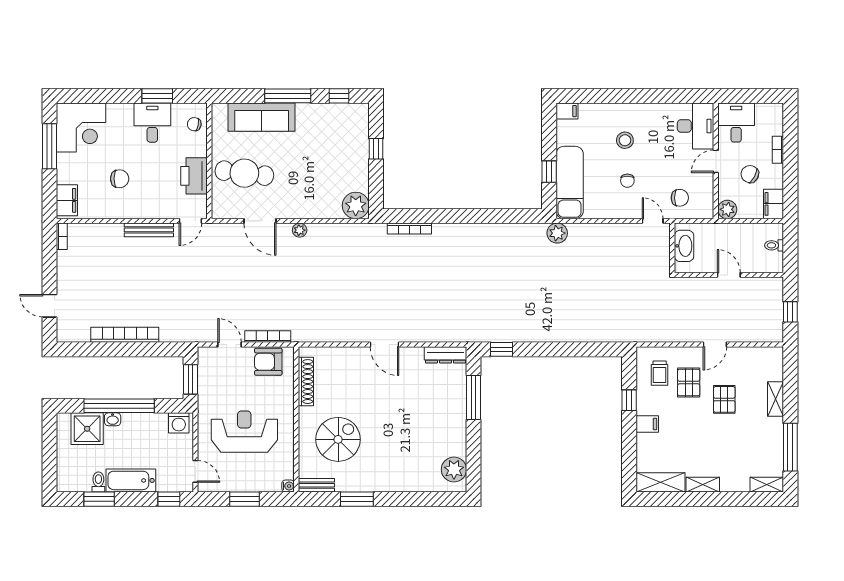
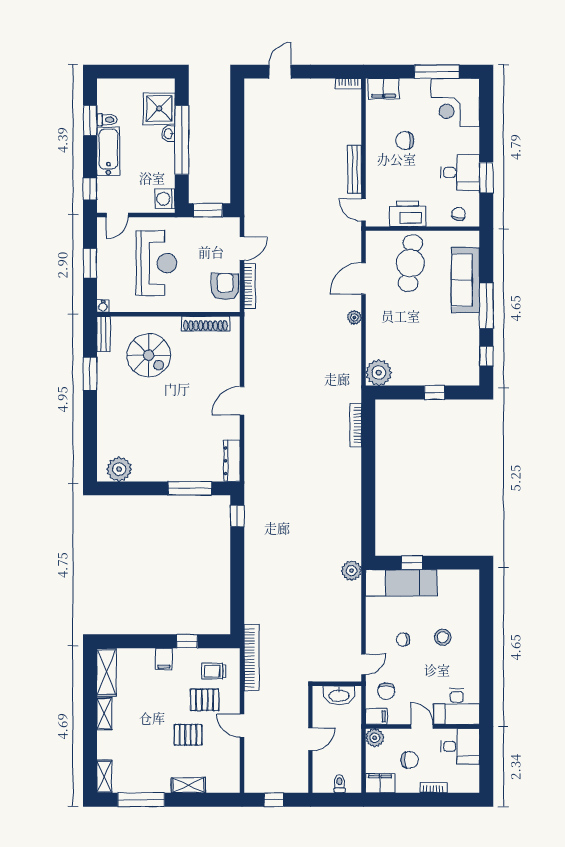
filing cabinet: (567, 111) -> (376, 716), moved, turned -90
chair: (750, 174) -> (409, 760), turned 59
chair: (120, 179) -> (405, 141), turned 90
bookcase: (125, 335) -> (252, 658), moved

